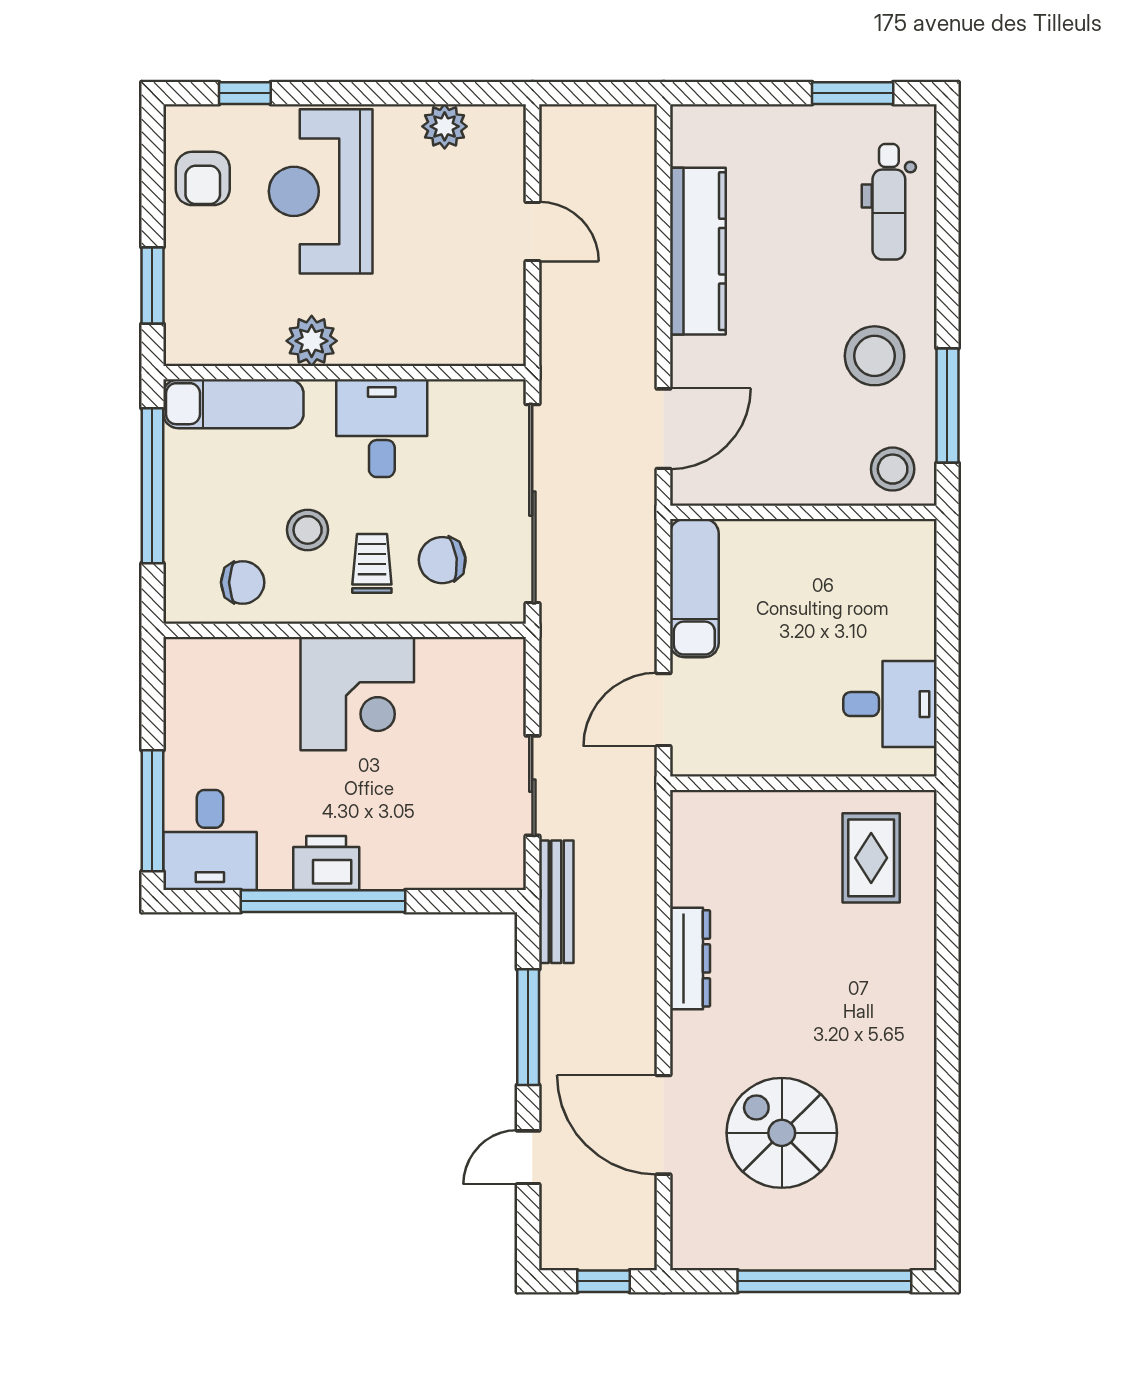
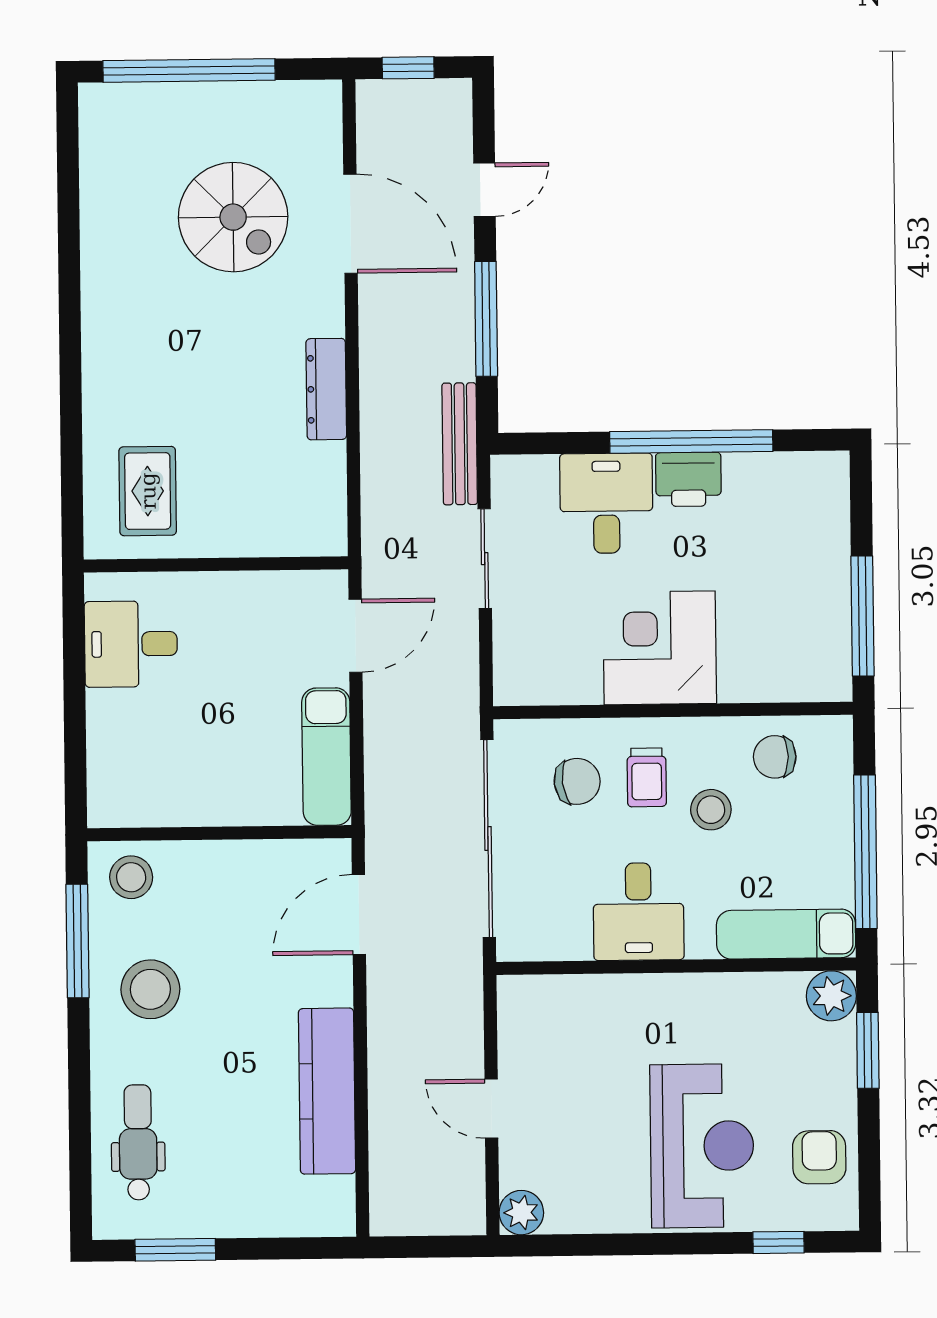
plant: (445, 126) -> (521, 1213), moved
plant: (312, 341) -> (831, 996), moved
window: (152, 811) -> (863, 616), moved
desk: (210, 840) -> (606, 503), moved

